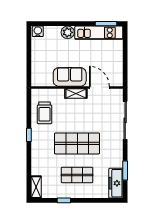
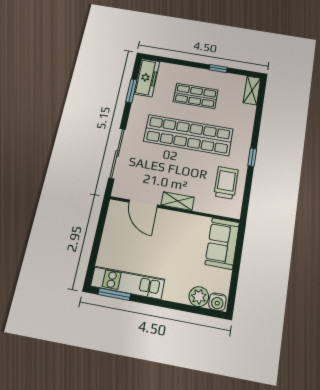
plant: (68, 32) -> (199, 297), moved
sofa: (70, 77) -> (222, 243), moved, turned 90
shop shelf: (77, 143) -> (188, 135), width x1.40

